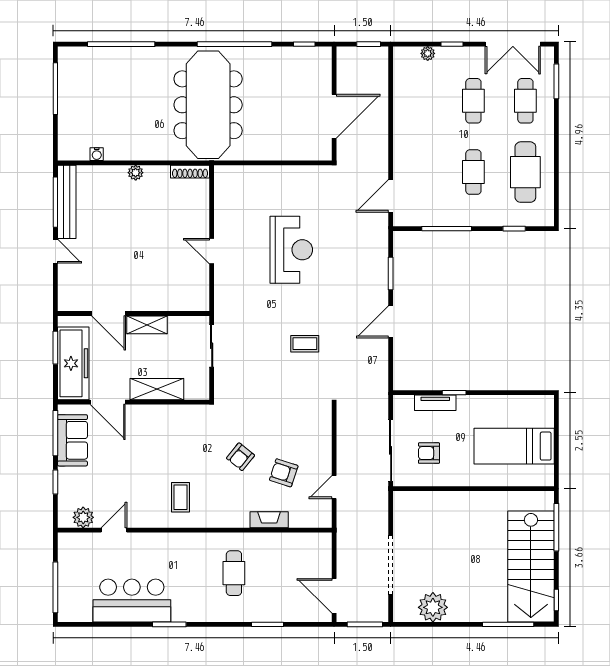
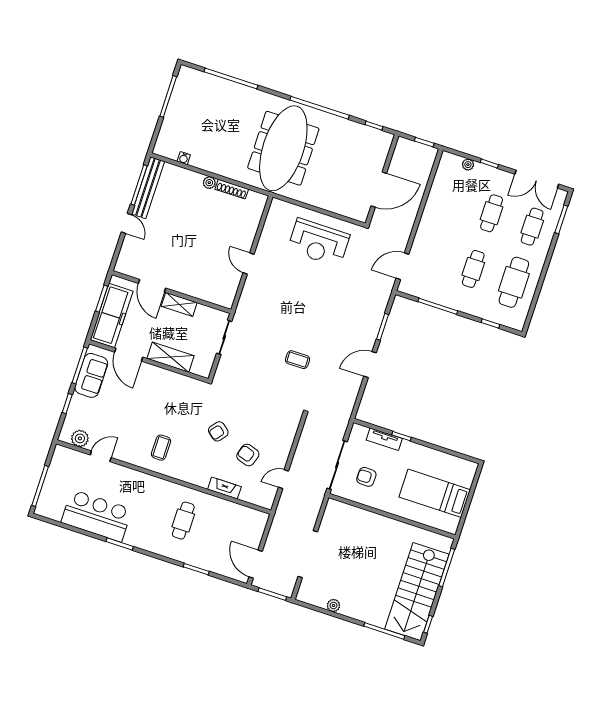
shoe rack: (190, 172) -> (232, 189), moved
reception desk: (291, 250) -> (319, 242), moved, turned 90
plant: (433, 607) -> (333, 605), width x0.53, depth x0.53

